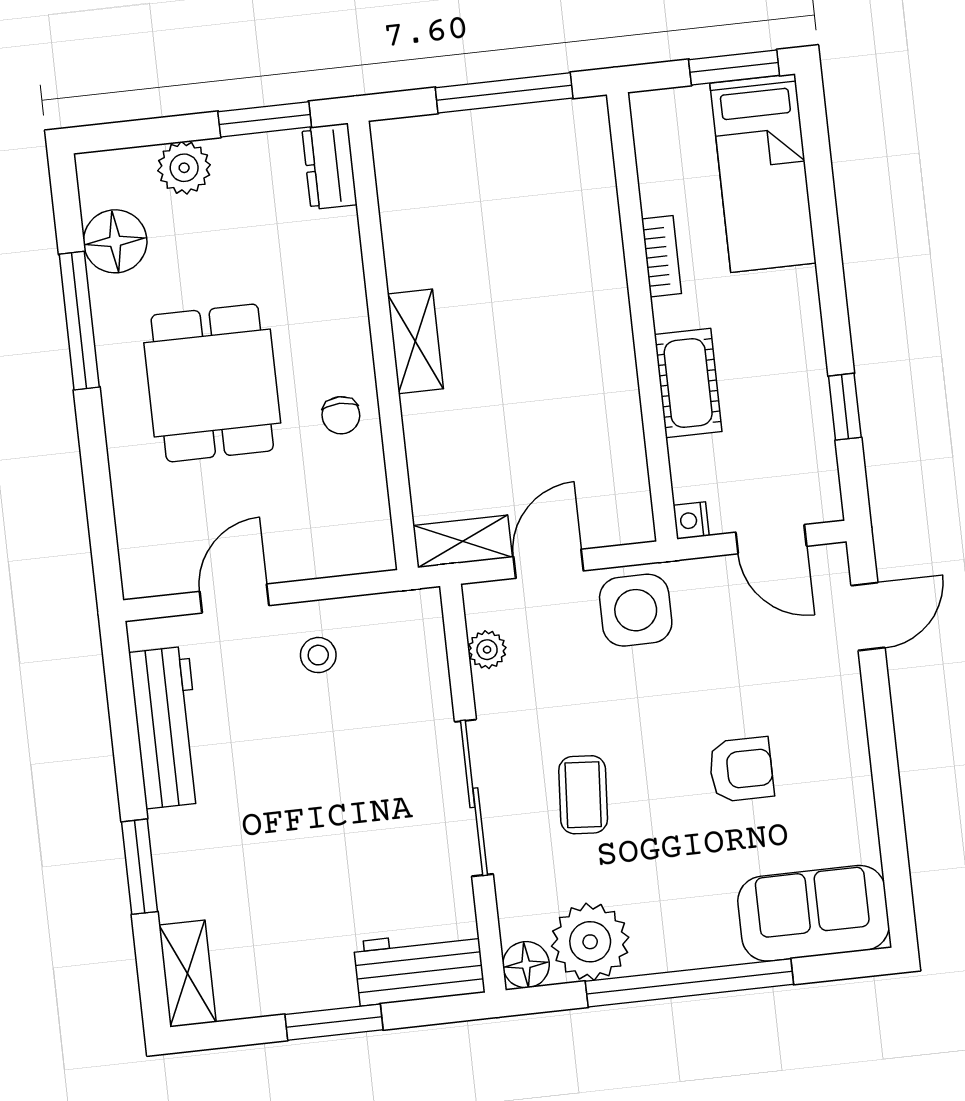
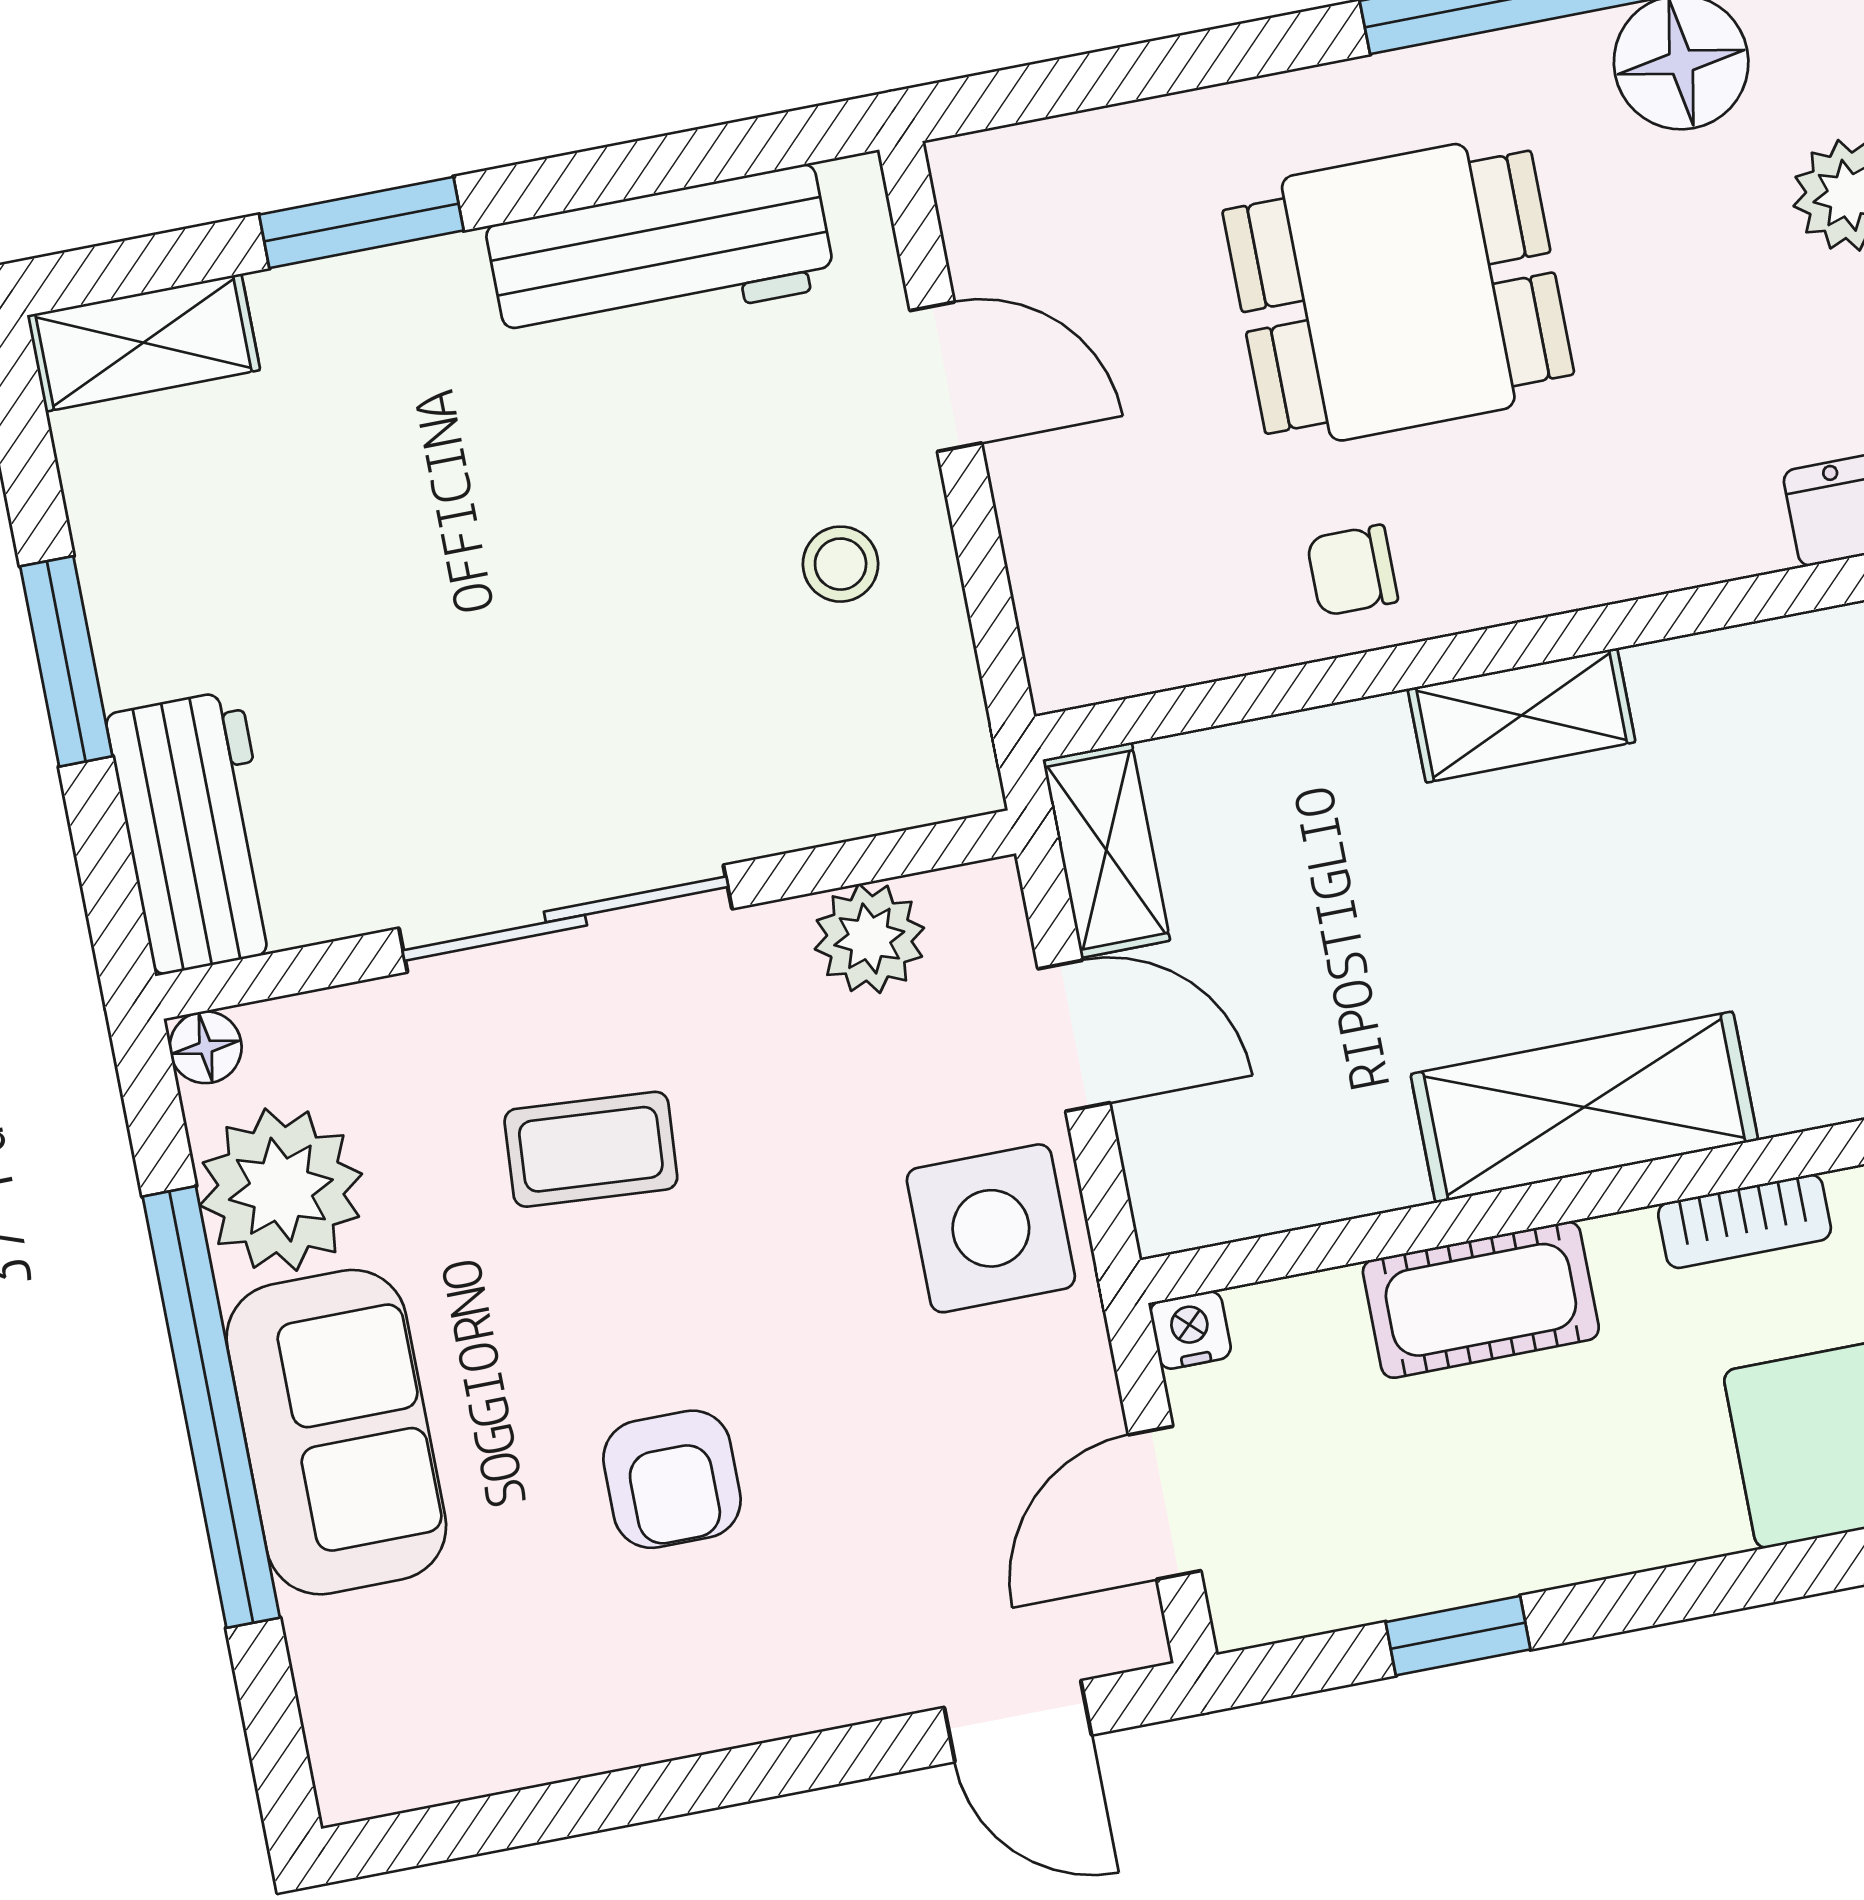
shelving: (602, 327) -> (1584, 1107), added
plant: (487, 650) -> (869, 938), width x1.38, depth x1.38
sofa: (813, 913) -> (336, 1432), moved
floor lamp: (526, 965) -> (206, 1047), width x0.73, depth x0.73

